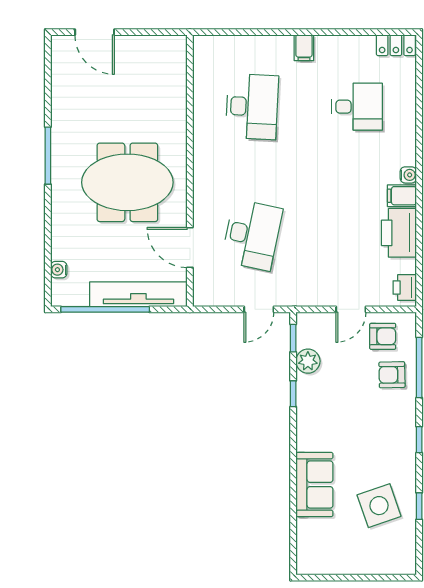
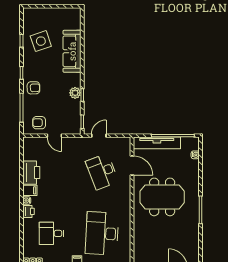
desk: (252, 107) -> (102, 233), width x1.36, depth x1.30
desk: (252, 235) -> (102, 172), turned -33
printer: (405, 287) -> (28, 211), moved
door: (351, 309) -> (54, 136), swing flipped
plant: (308, 361) -> (75, 93), moved
armchair: (392, 375) -> (33, 88), moved
sofa: (314, 484) -> (72, 51), width x1.36

